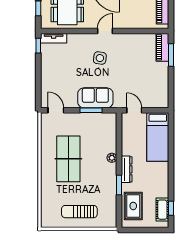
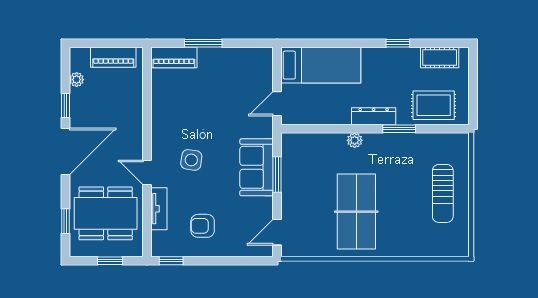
door: (105, 31) -> (147, 172), moved
tv unit: (54, 38) -> (159, 209), moved
window: (171, 55) -> (203, 43), moved
armchair: (60, 65) -> (203, 226), added
table tennis table: (68, 159) -> (356, 212), turned 90
window: (171, 208) -> (398, 43), moved

